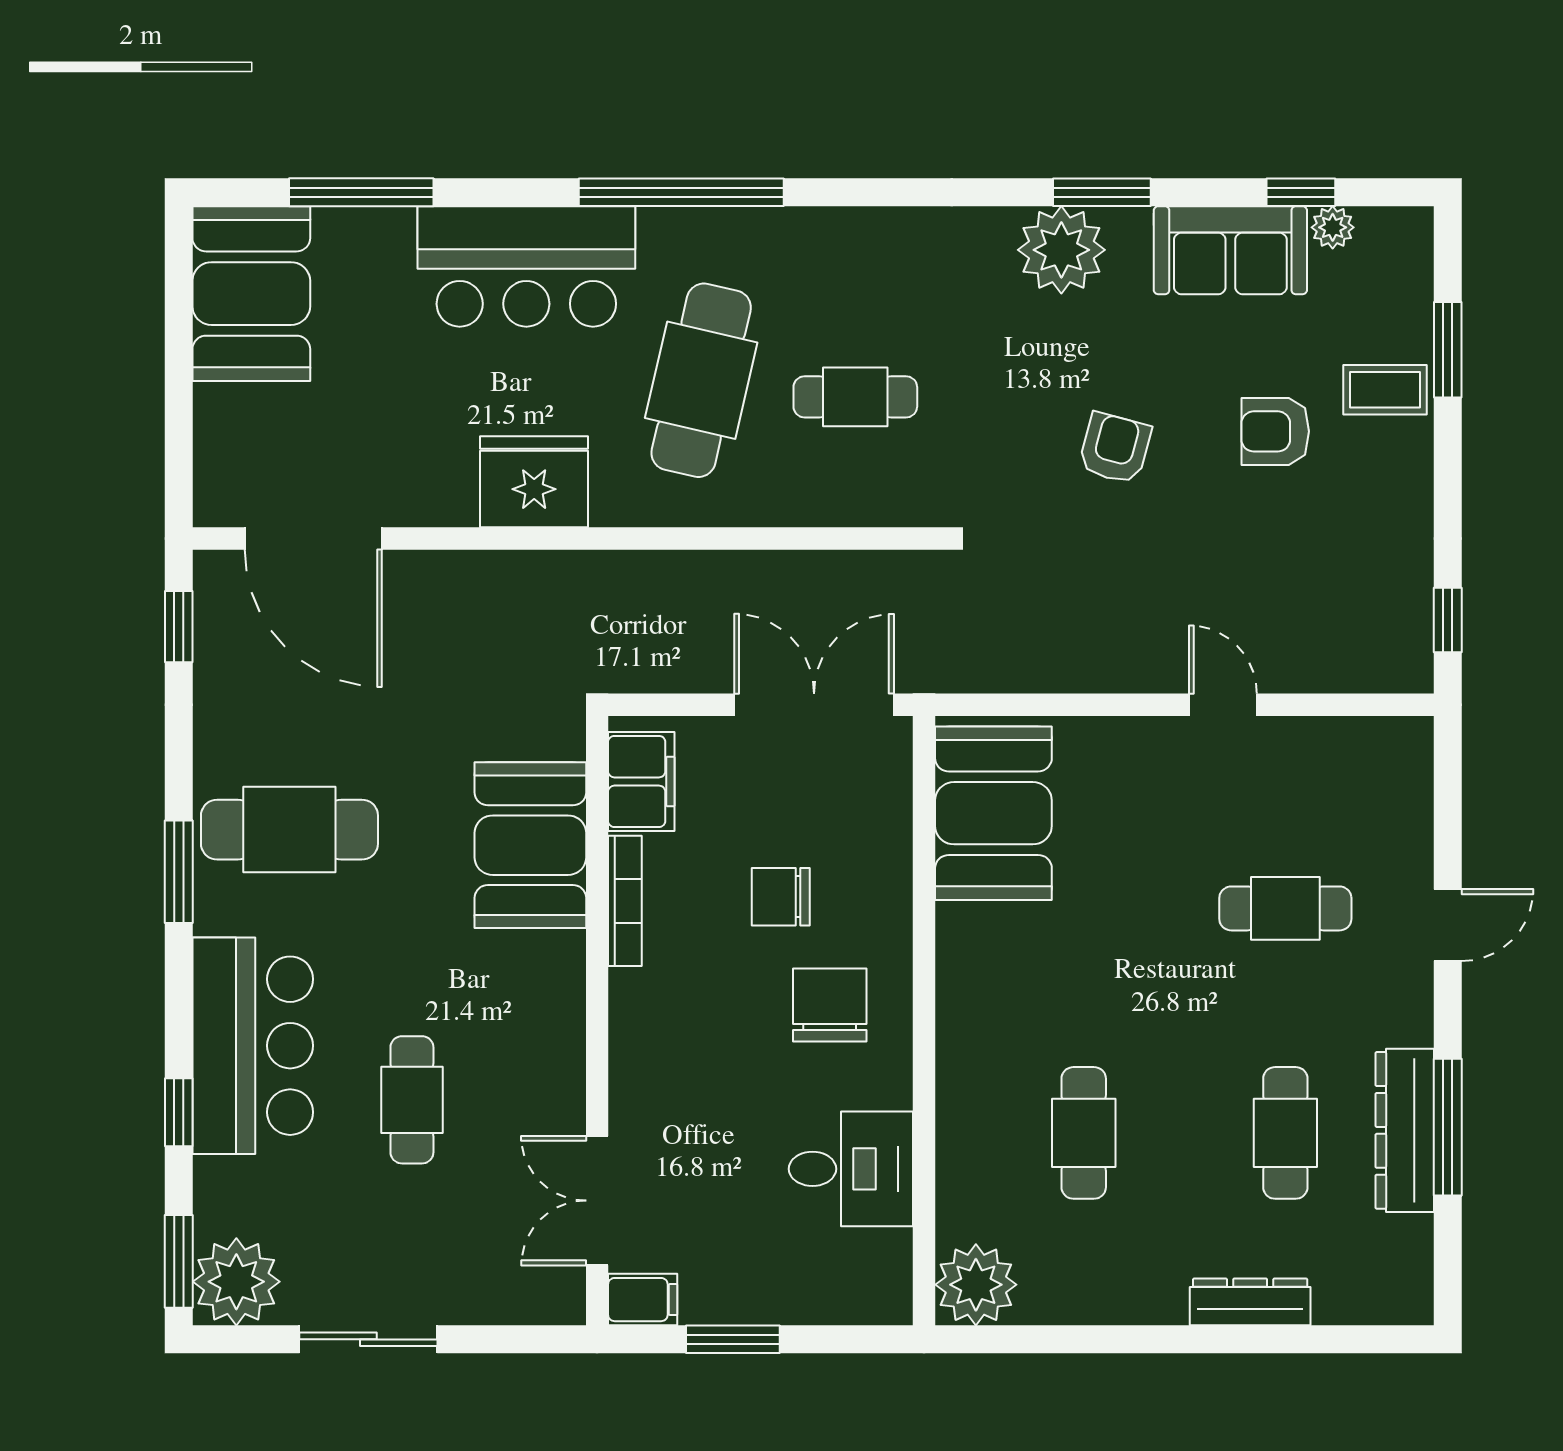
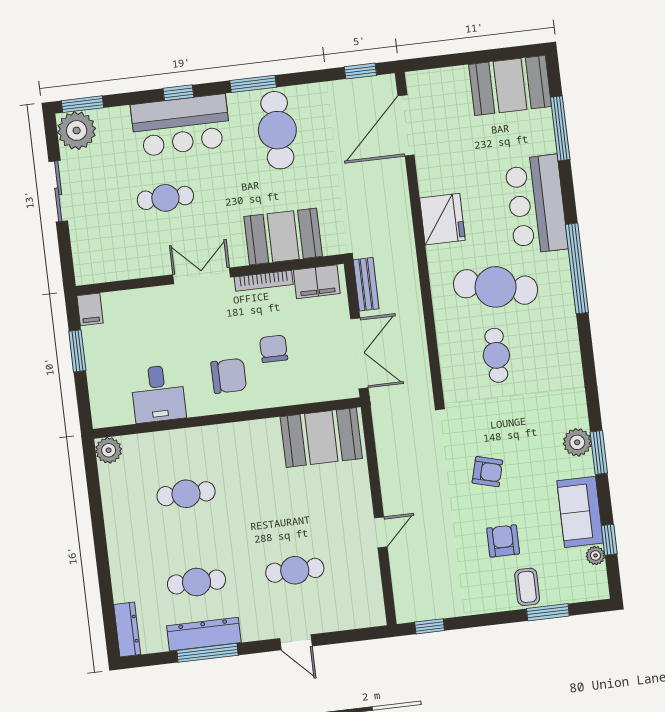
plant: (1061, 250) -> (577, 442), width x0.73, depth x0.73
bench: (660, 671) -> (366, 284), added
cafe table: (1285, 908) -> (295, 570), turned 90
window: (179, 1112) -> (178, 93), moved
double door: (597, 1201) -> (202, 276), moved
plant: (976, 1285) -> (109, 450), width x0.73, depth x0.73
dresser: (1250, 1302) -> (127, 630), moved

